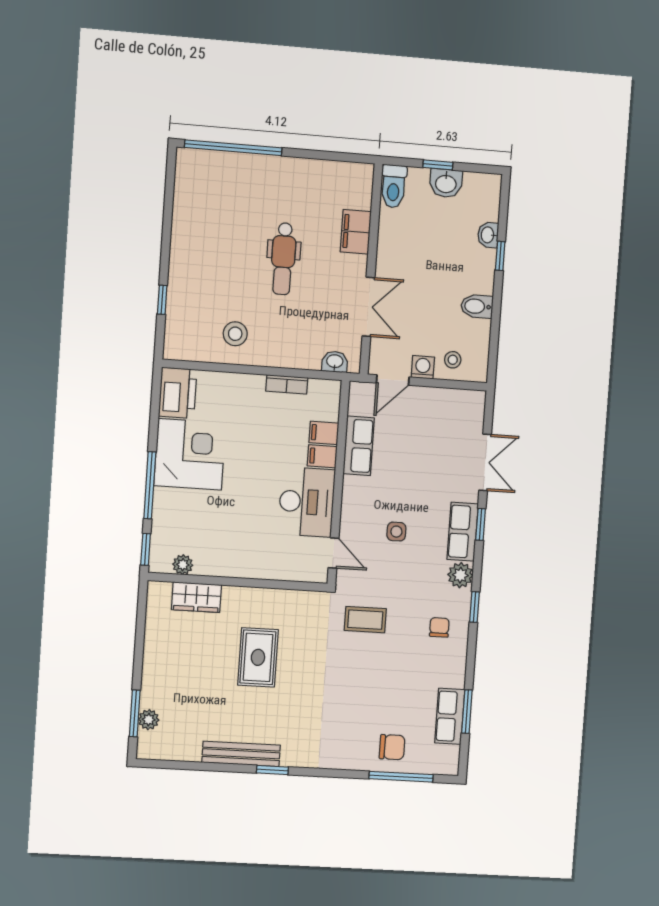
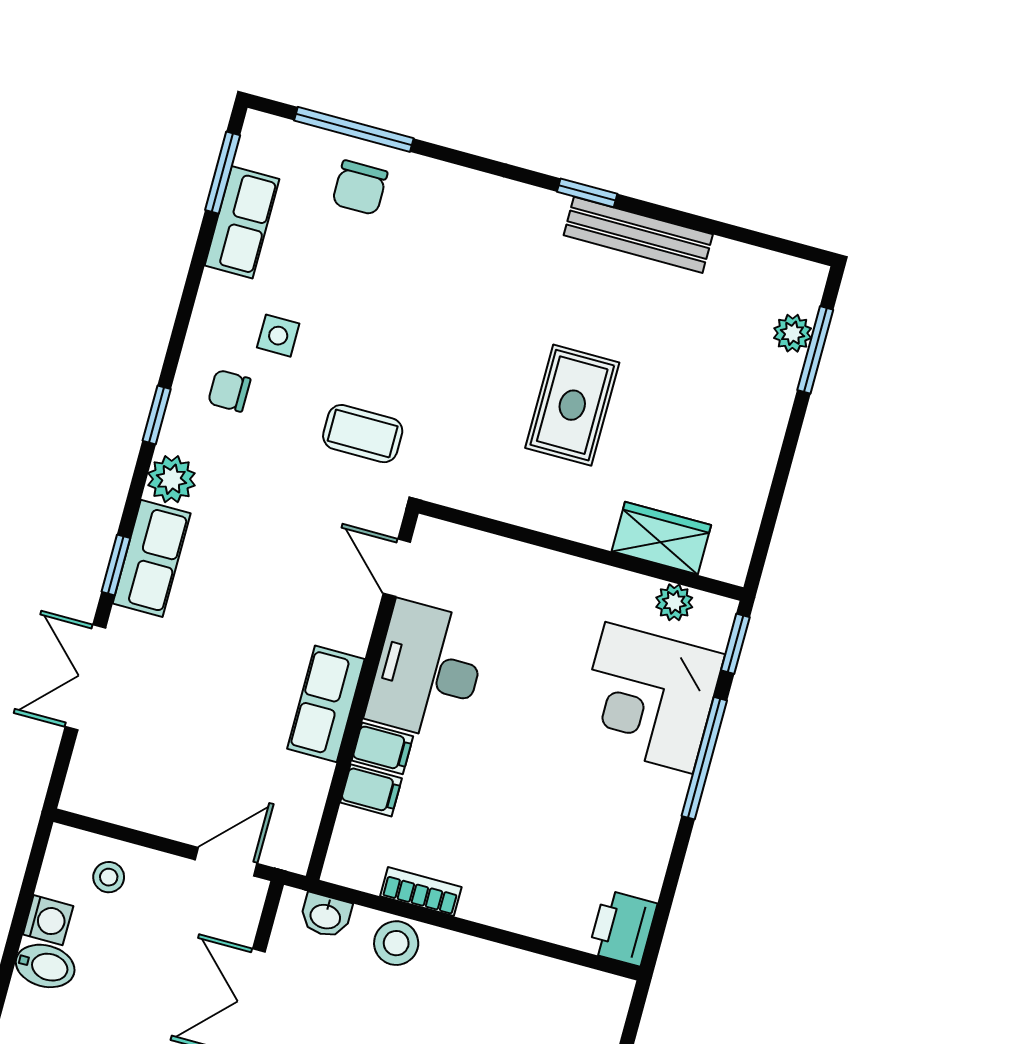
stool: (235, 334) -> (396, 943), moved
washing machine: (423, 367) -> (48, 920), moved, turned -90
printer: (178, 393) -> (623, 928), width x0.73, depth x0.84
row of seats: (359, 446) -> (326, 704), moved
corner desk: (190, 454) -> (649, 698), moved
side table: (396, 532) -> (278, 336), moved
chair: (439, 627) -> (229, 391), turned 90
window: (467, 712) -> (223, 173), moved
chair: (392, 747) -> (360, 188), turned -90

